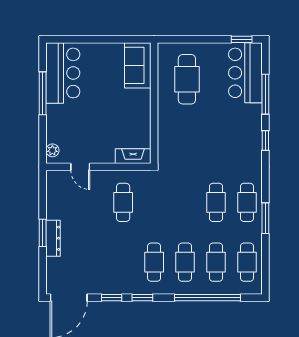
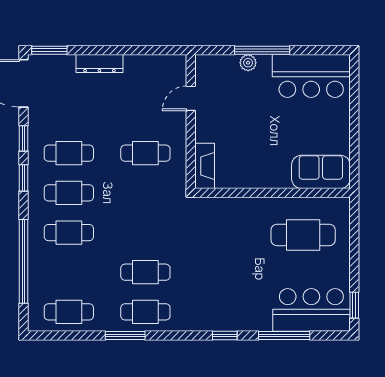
window: (43, 93) -> (262, 50), moved
plant: (52, 150) -> (248, 63), moved
window: (43, 233) -> (49, 50), moved
cafe table: (216, 262) -> (69, 153), moved

